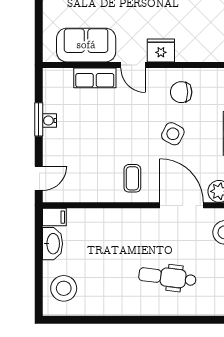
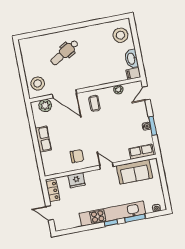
fridge: (161, 50) -> (77, 180), moved
row of seats: (95, 78) -> (141, 152), moved
side table: (173, 134) -> (77, 132), removed
plant: (86, 194) -> (118, 90), added
dental chair: (167, 277) -> (64, 53), turned 143

